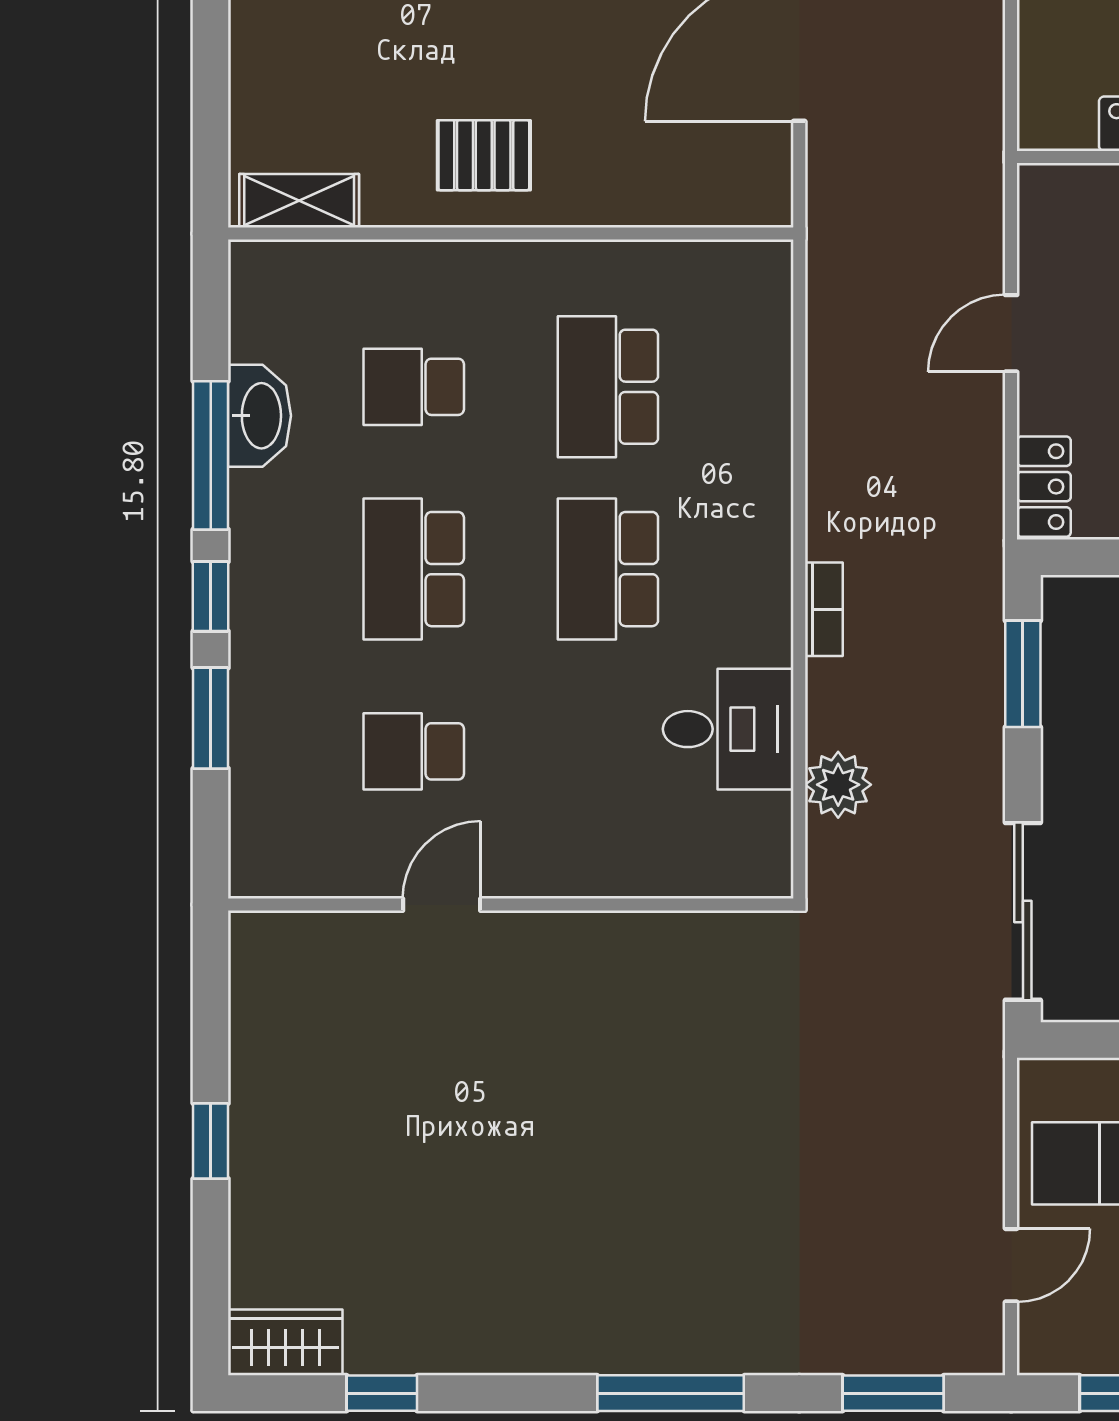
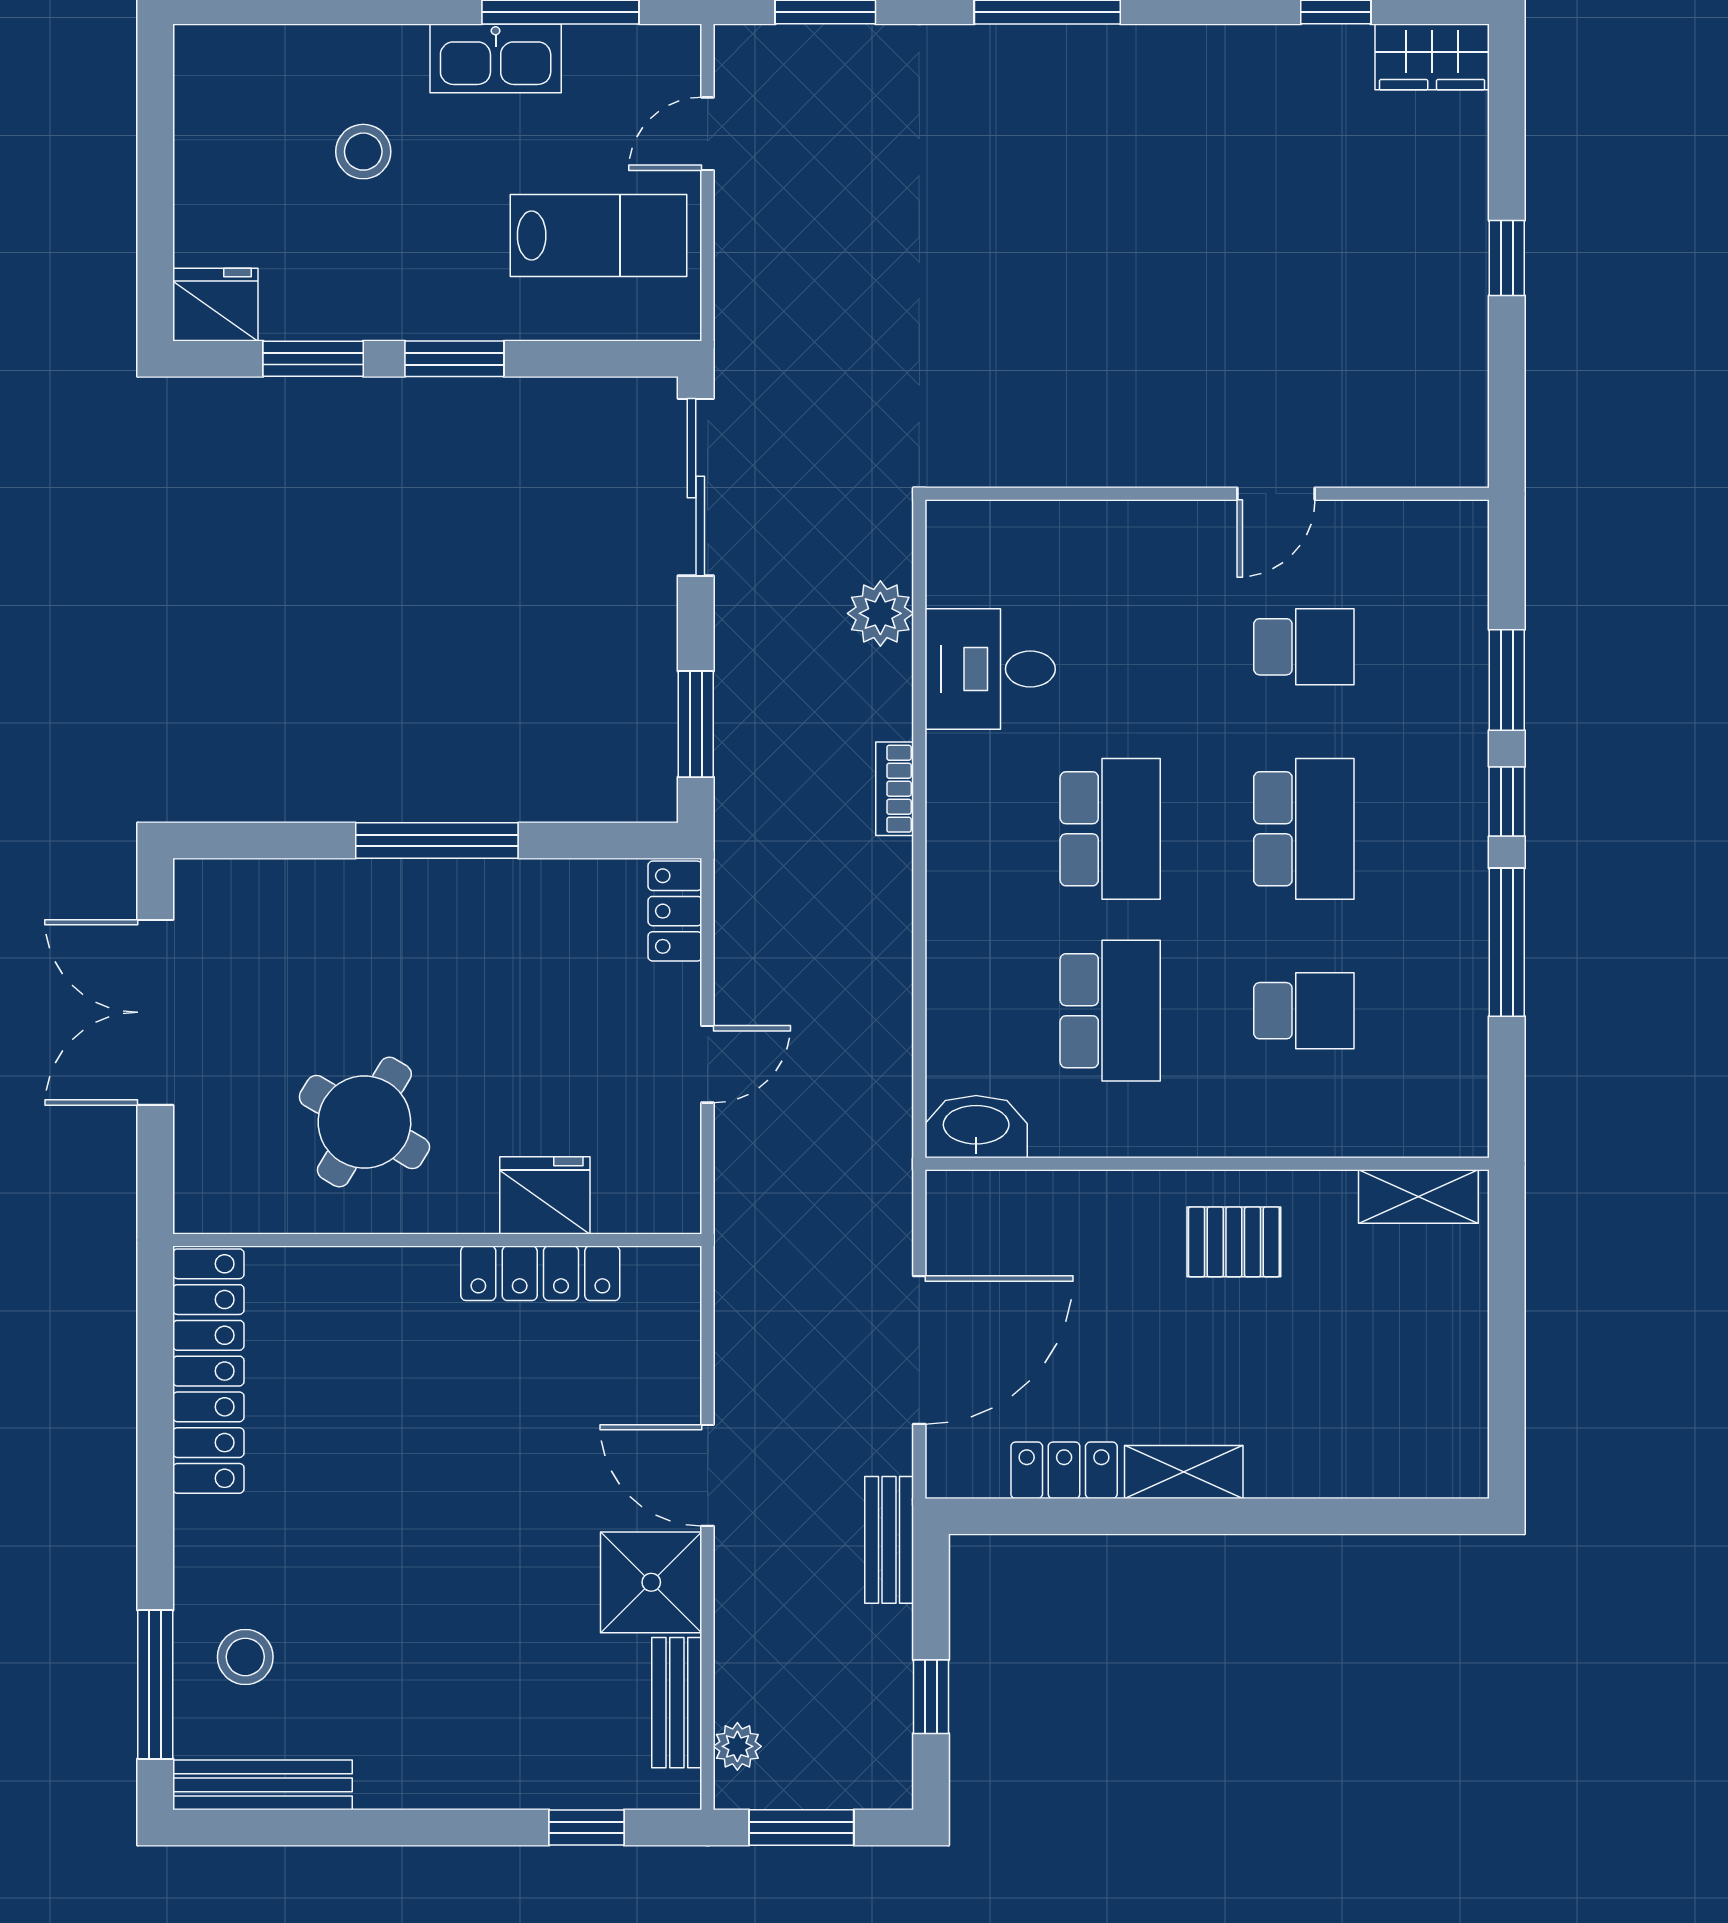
washbasin: (260, 416) -> (976, 1127), moved, turned 90

